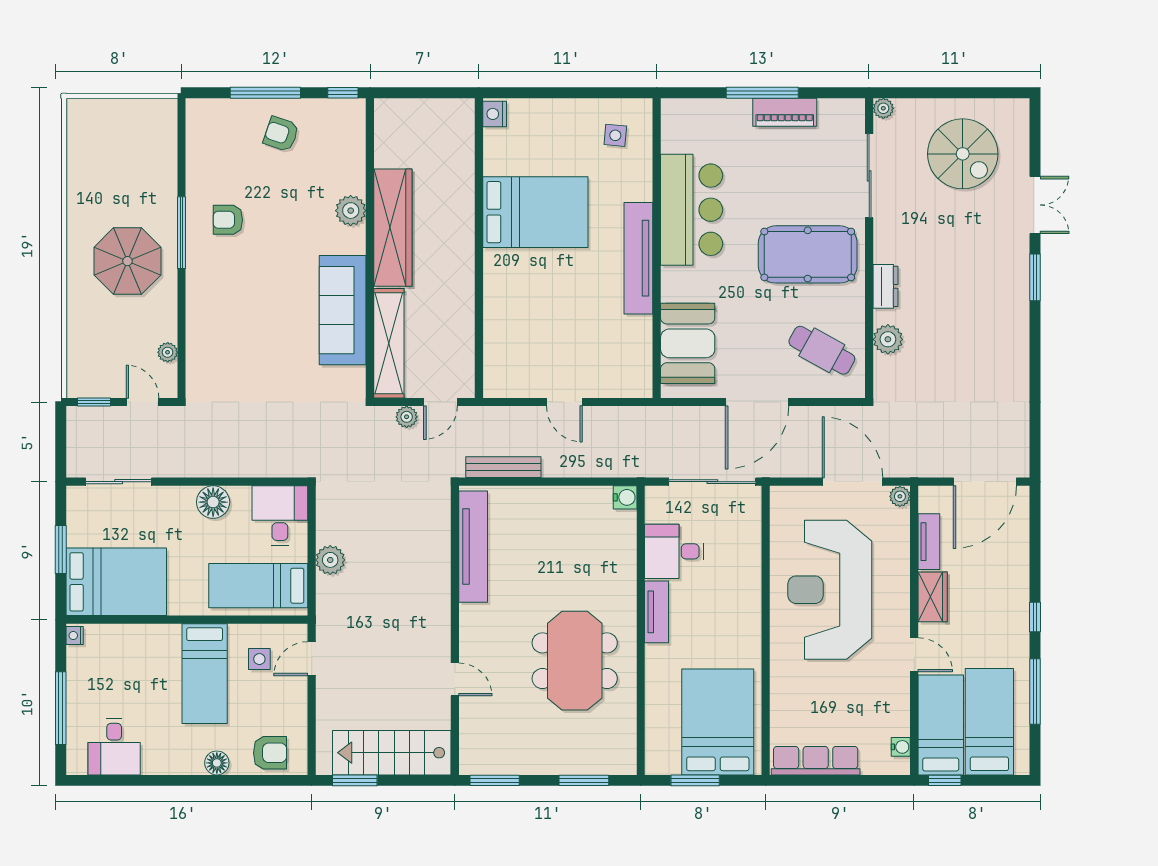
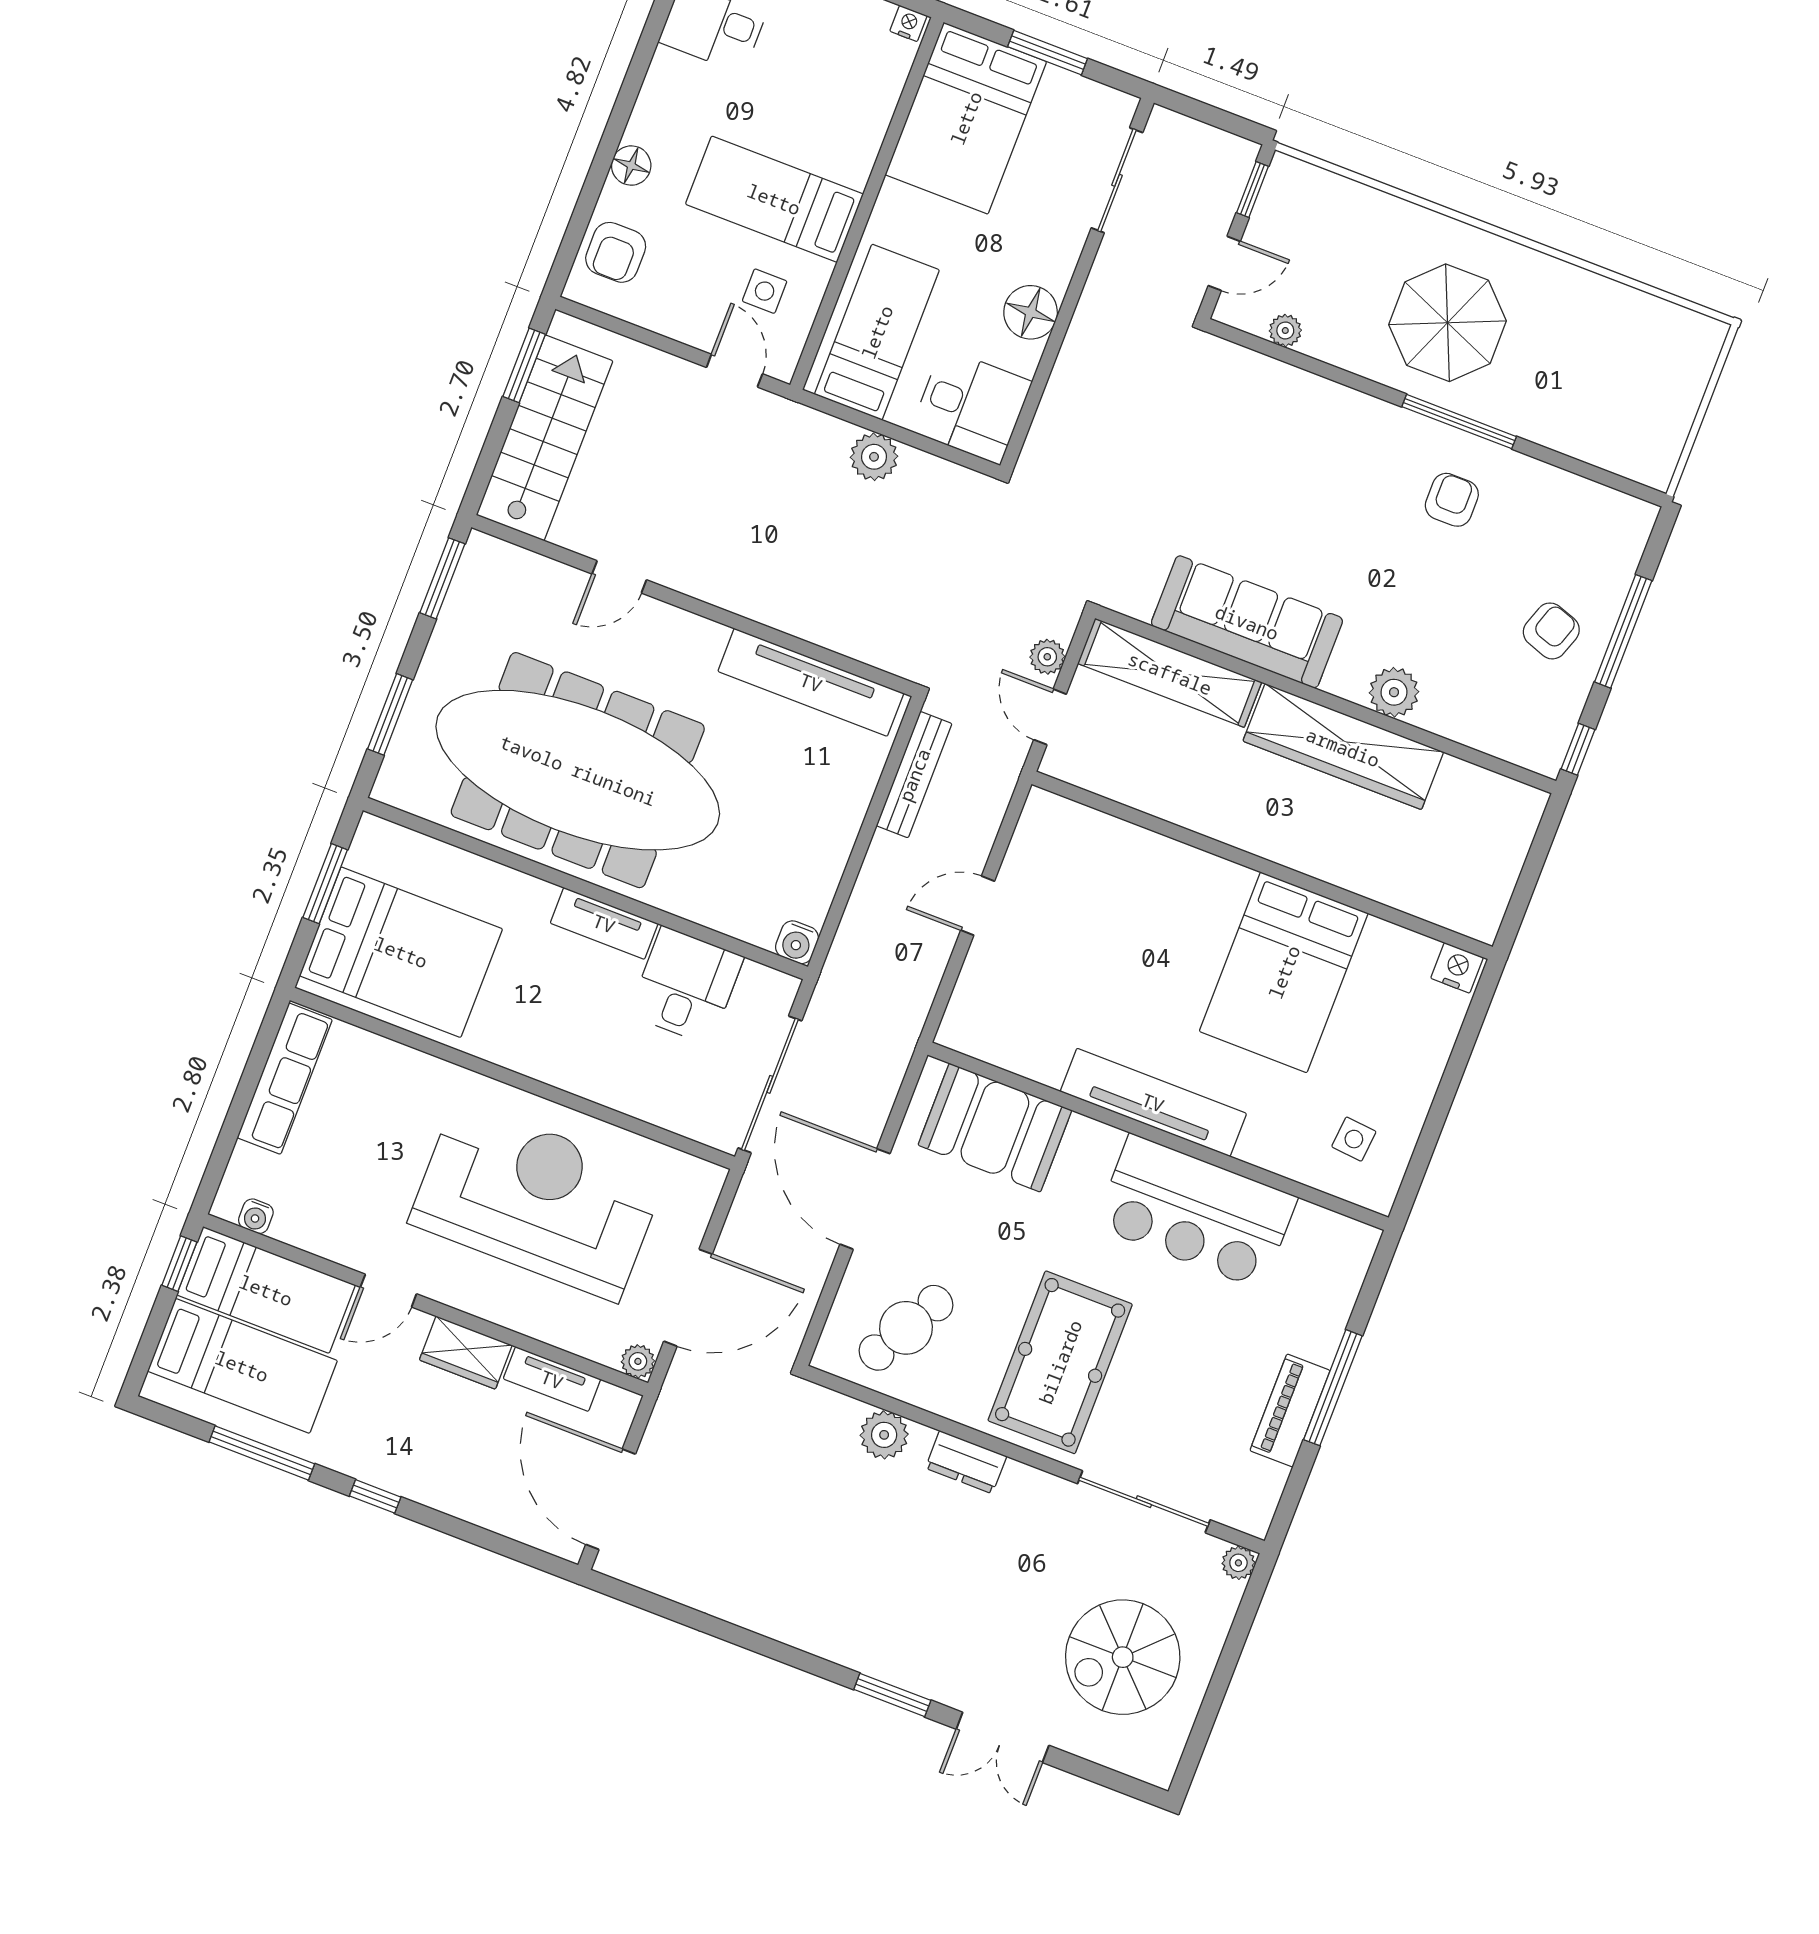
meeting table: (575, 661) -> (578, 770), width x1.86, depth x1.27

